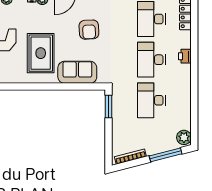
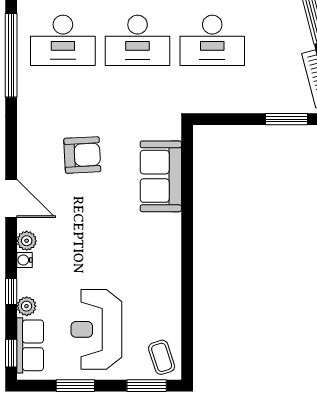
rug: (41, 53) -> (126, 244), removed
window: (108, 107) -> (287, 119), moved

